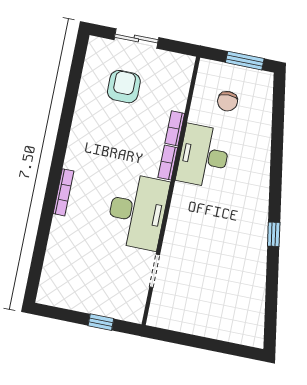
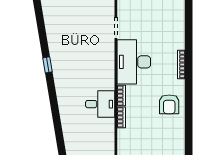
armchair: (124, 87) -> (169, 104), moved
chair: (228, 101) -> (92, 141), removed
desk: (204, 156) -> (100, 104), width x0.73

